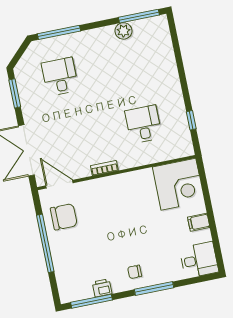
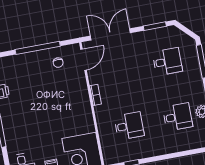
desk: (131, 62) -> (178, 117), added
chair: (64, 217) -> (58, 63), width x0.54, depth x0.54
chair: (135, 272) -> (14, 117), removed

